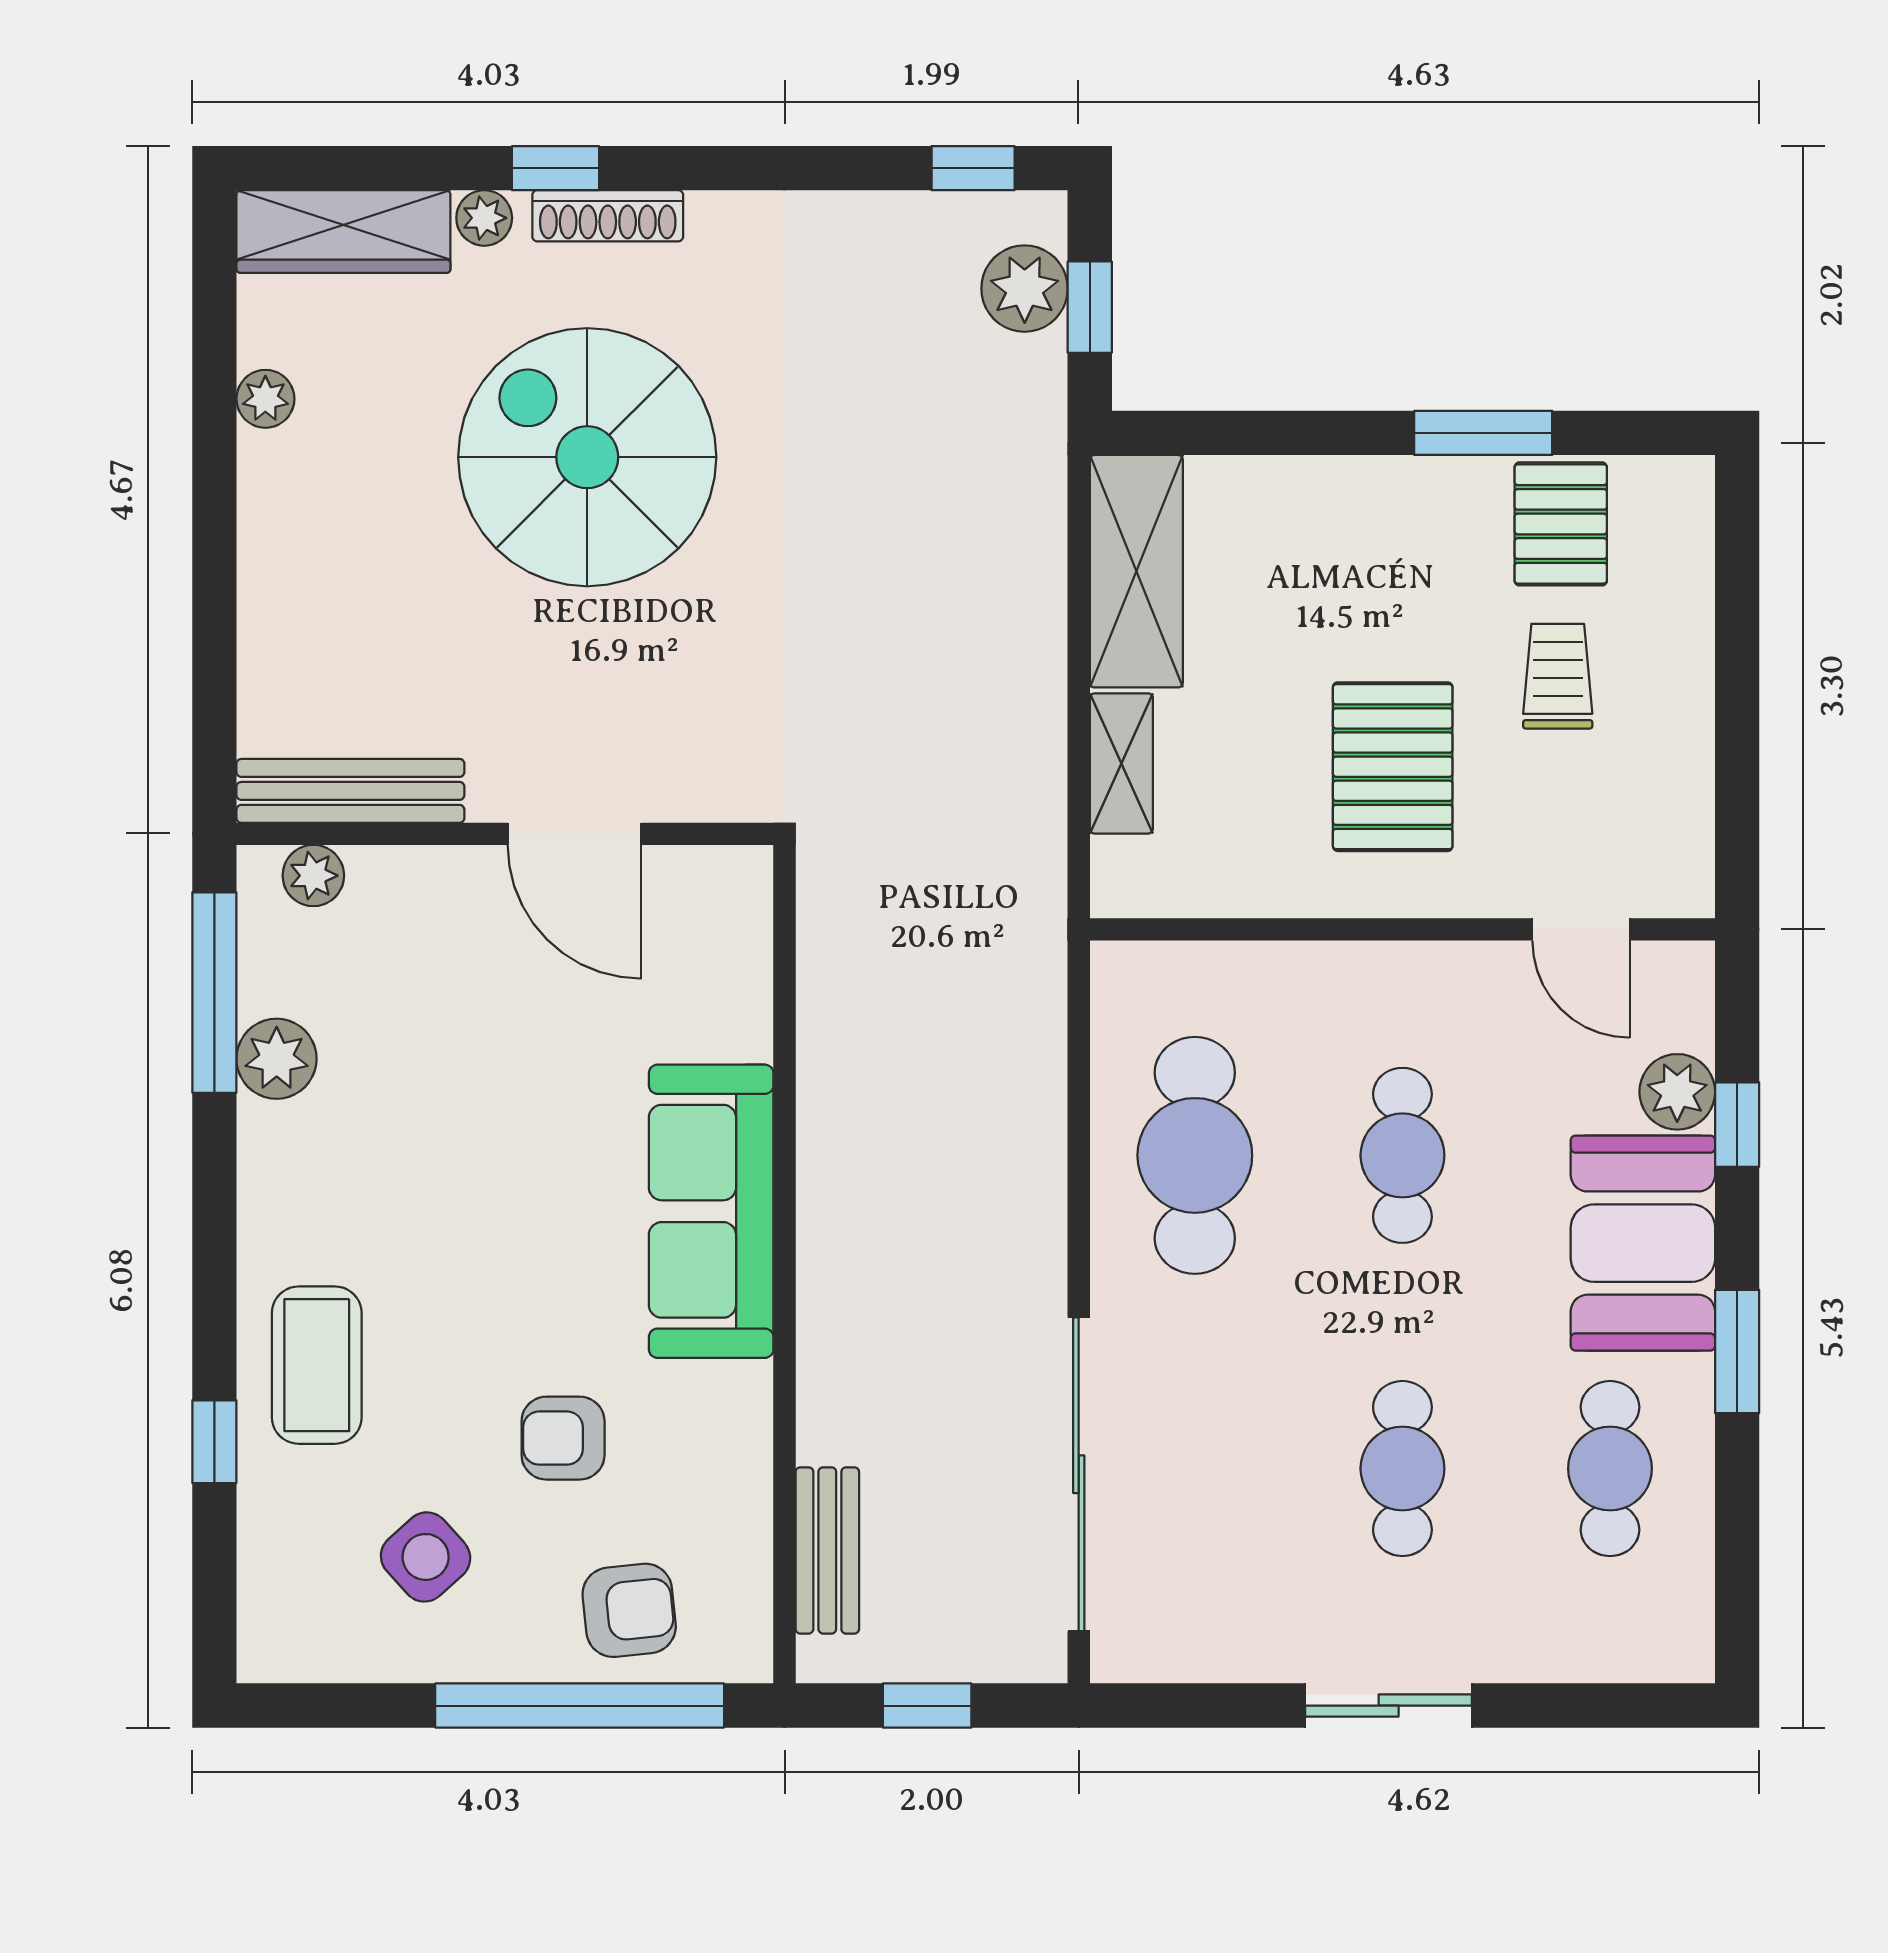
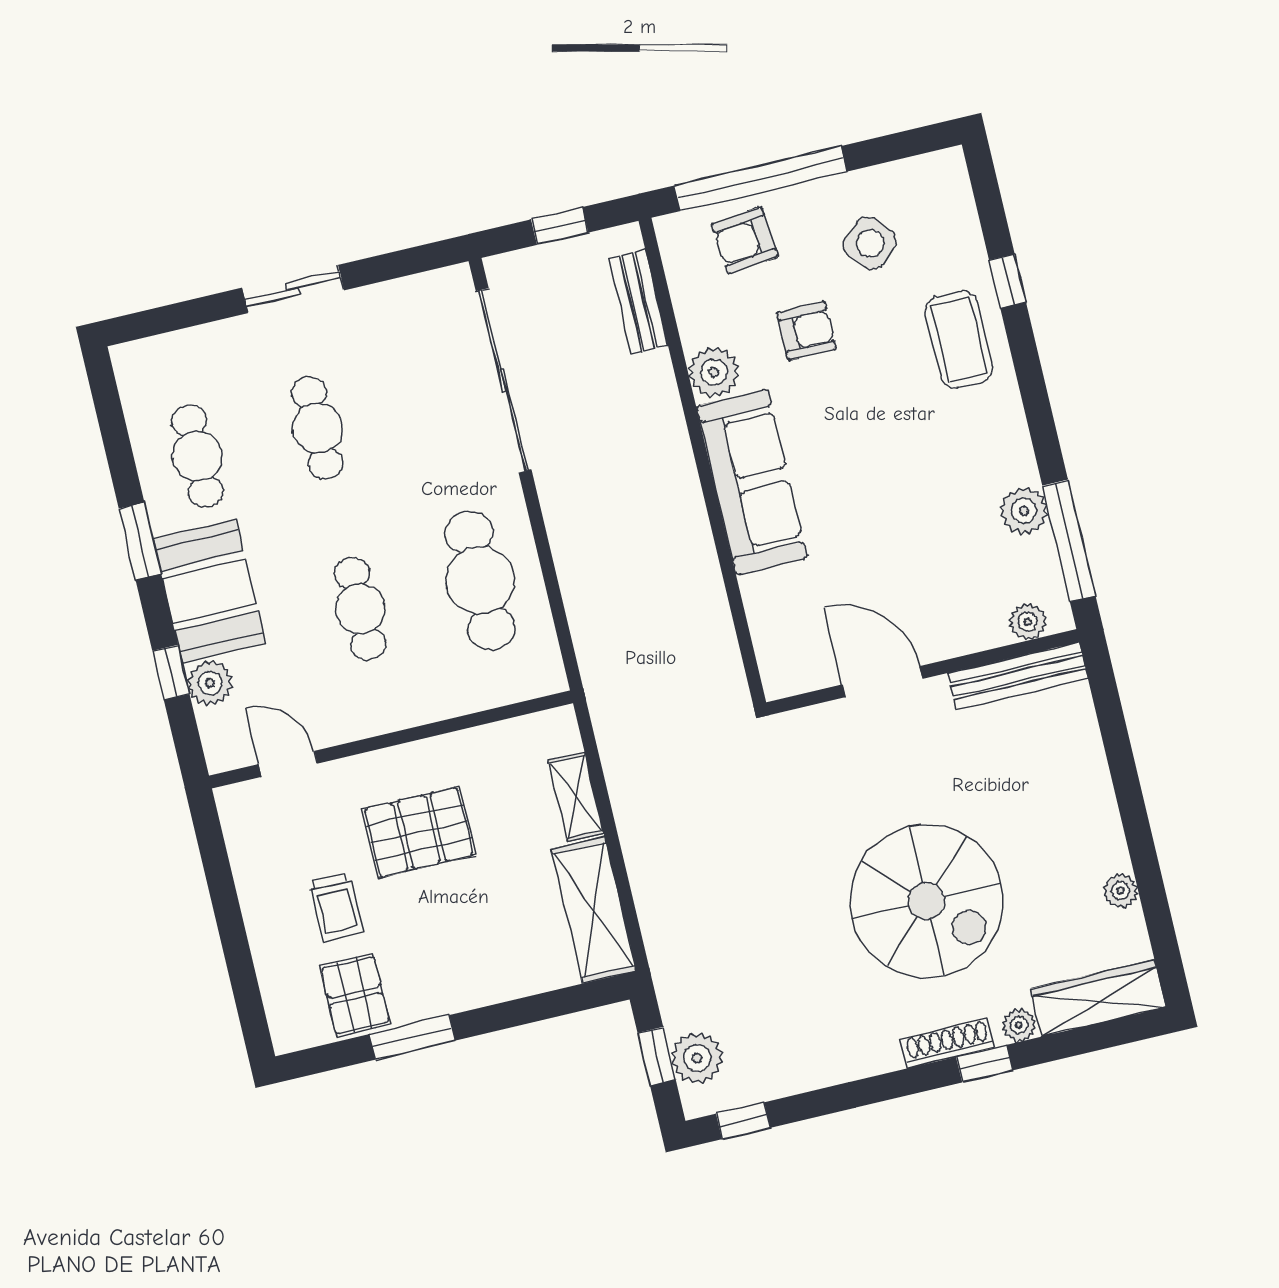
pallet: (1393, 767) -> (419, 832), turned 90
plant: (731, 1406) -> (714, 372), added

